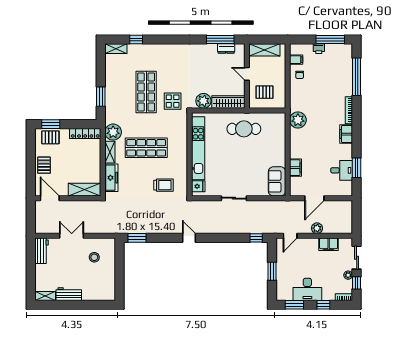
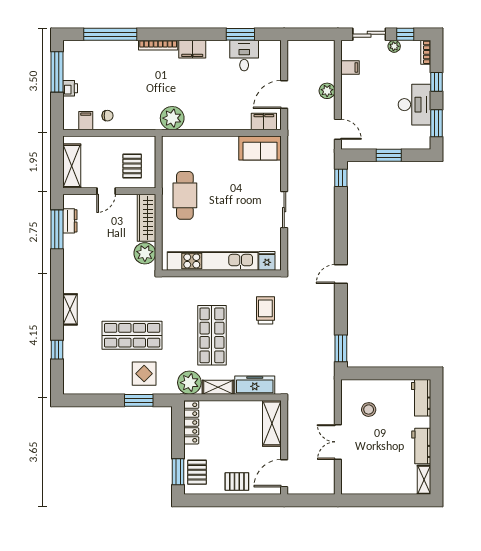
shelving: (116, 49) -> (70, 309), moved
display table: (173, 101) -> (144, 374), moved
filing cabinet: (296, 168) -> (264, 121), moved
door: (314, 198) -> (284, 94), swing flipped
filing cabinet: (329, 244) -> (350, 67), width x0.50
workbench: (42, 251) -> (421, 398), moved, turned -90

